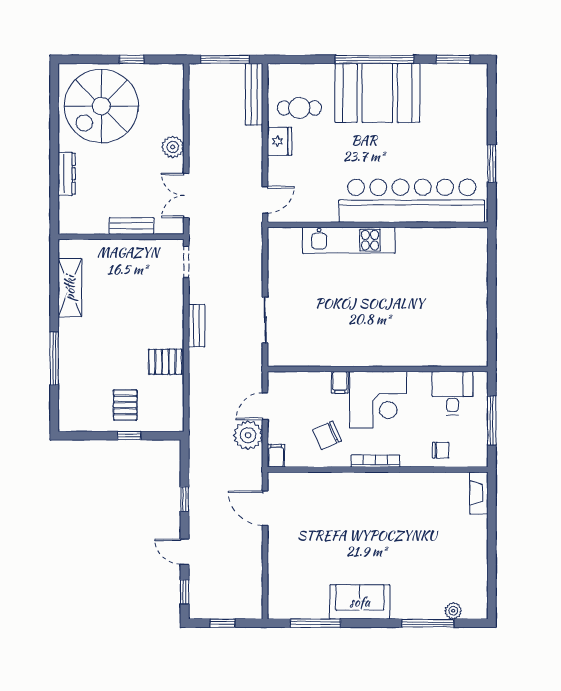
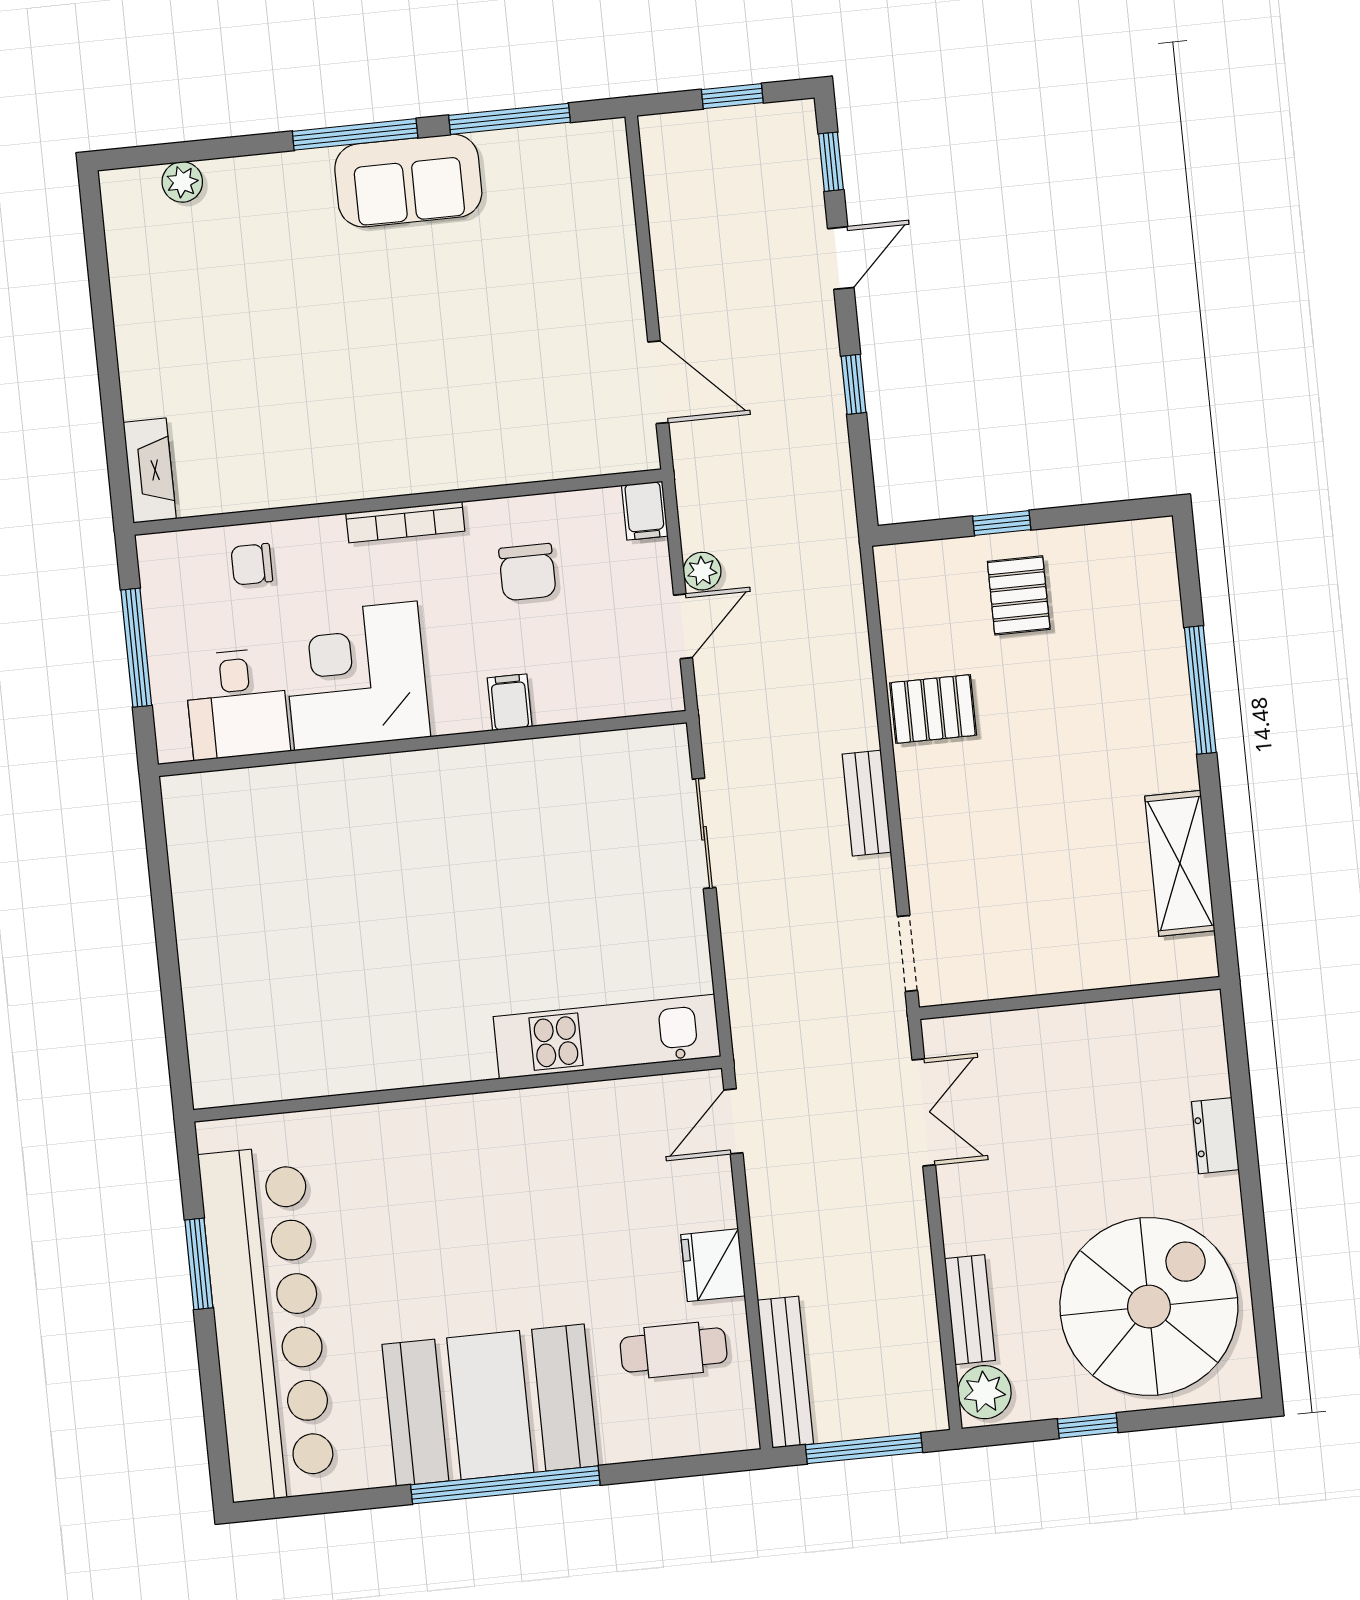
window: (453, 59) -> (317, 1504), removed
plant: (173, 147) -> (985, 1392), moved
dresser: (67, 174) -> (1215, 1136), width x0.70
bar counter: (412, 201) -> (267, 1324), moved, turned -90
bench: (131, 226) -> (970, 1310), moved, turned 90
kitchen unit: (349, 240) -> (607, 1037), moved
corner desk: (378, 400) -> (356, 676), moved
plant: (248, 435) -> (702, 571), width x0.53, depth x0.53
chair: (327, 435) -> (527, 572), turned 114
door: (185, 552) -> (841, 258), hinge flipped
window: (428, 623) -> (355, 134), moved

